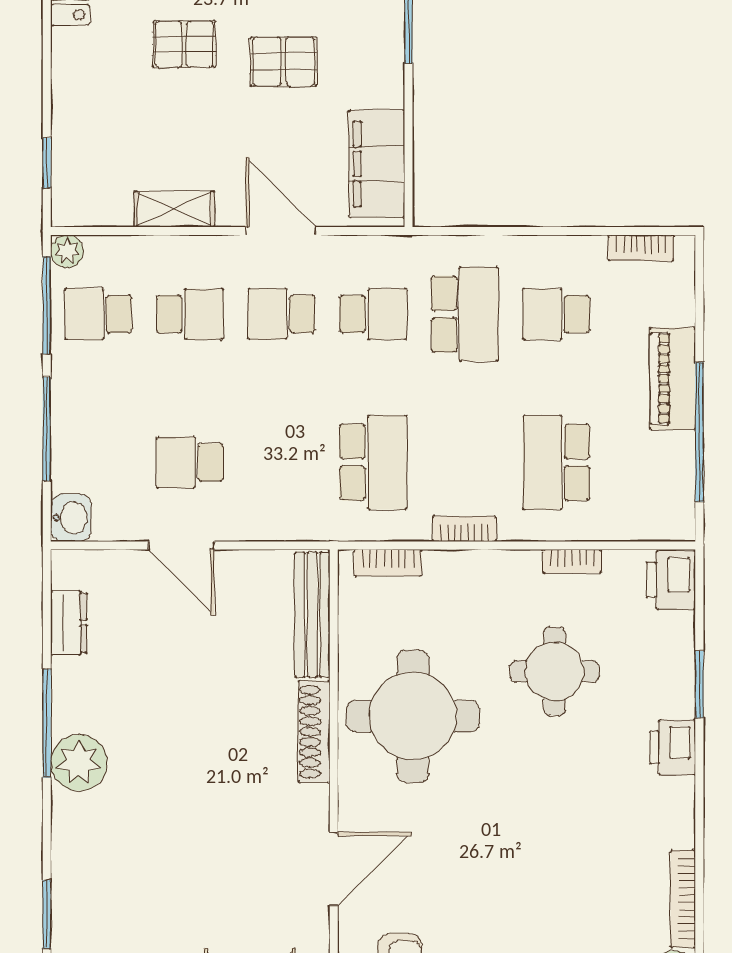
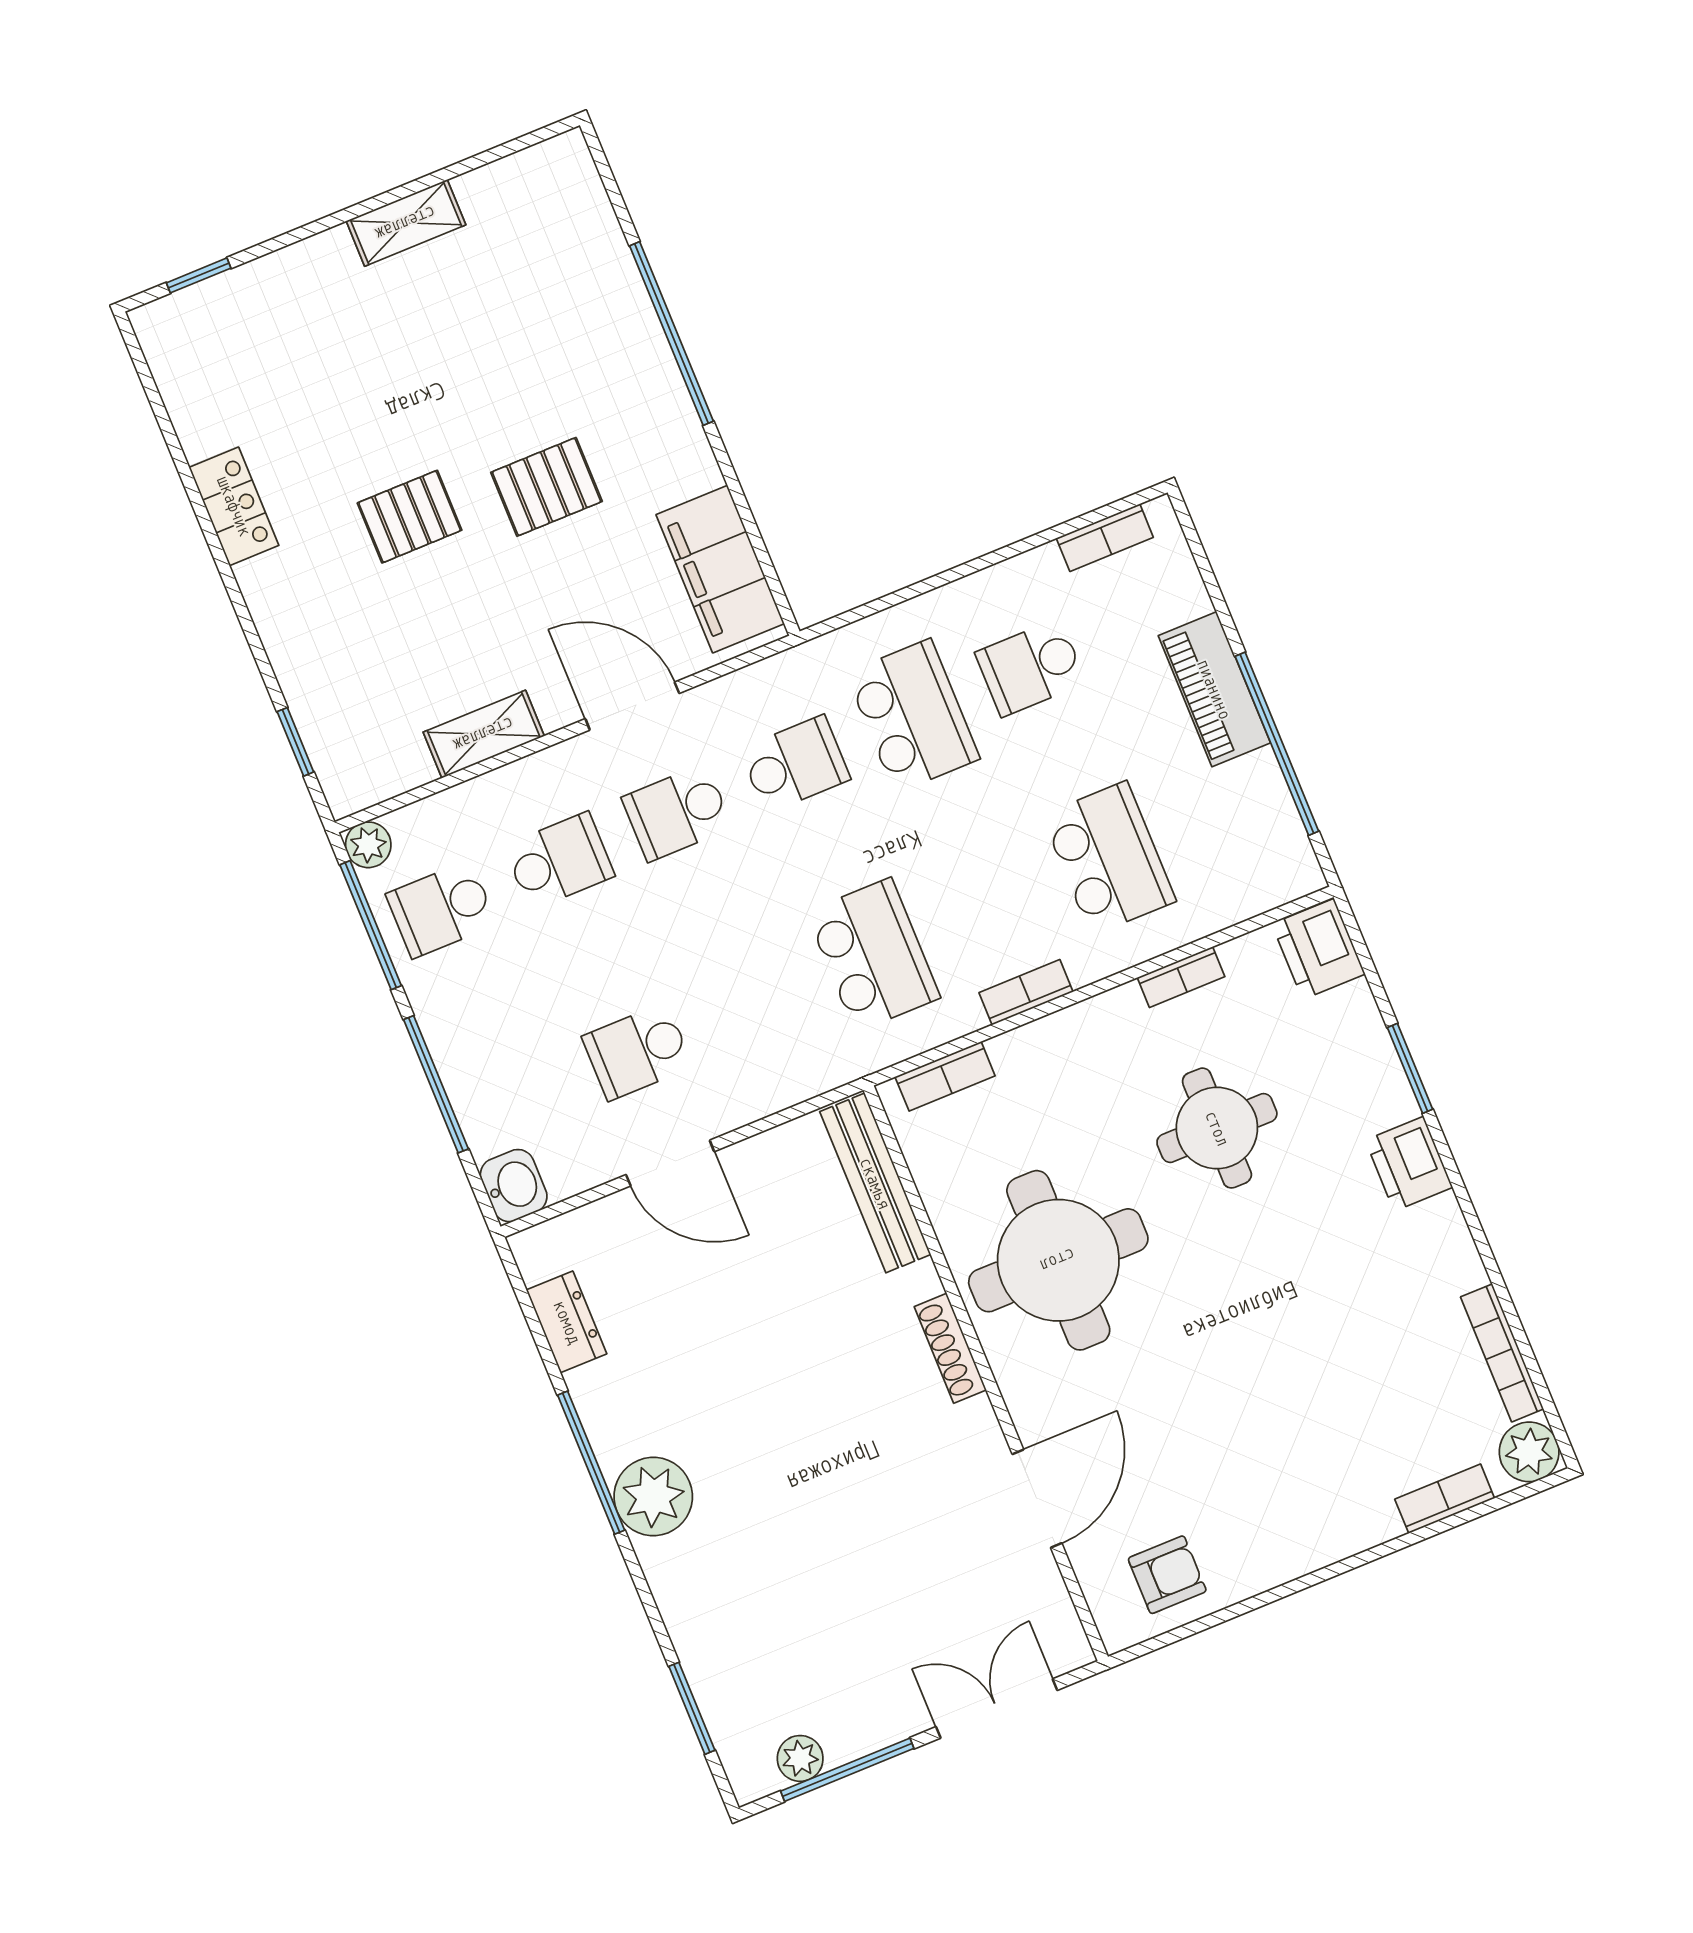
school desk: (556, 462) -> (1109, 858), turned 180
shoe rack: (314, 732) -> (950, 1348), width x0.74, depth x0.81

